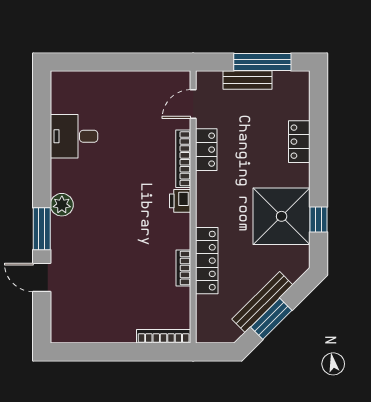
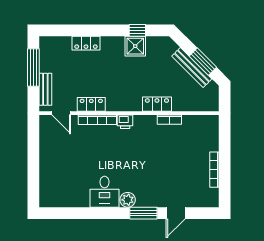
bench: (248, 80) -> (45, 89), moved
desk: (74, 136) -> (105, 192), moved
shower: (282, 216) -> (135, 46), width x0.54, depth x0.54
locker: (207, 261) -> (157, 104), width x0.66
bookcase: (164, 336) -> (214, 170), moved

